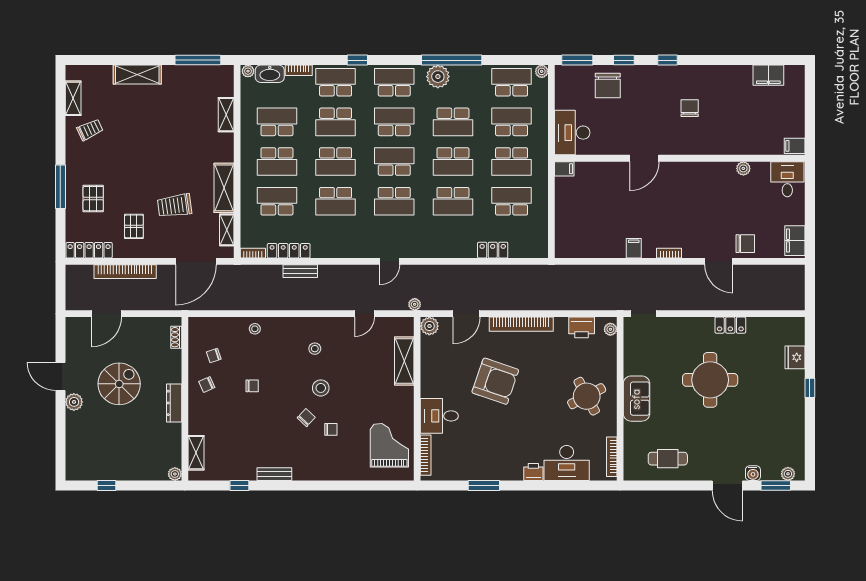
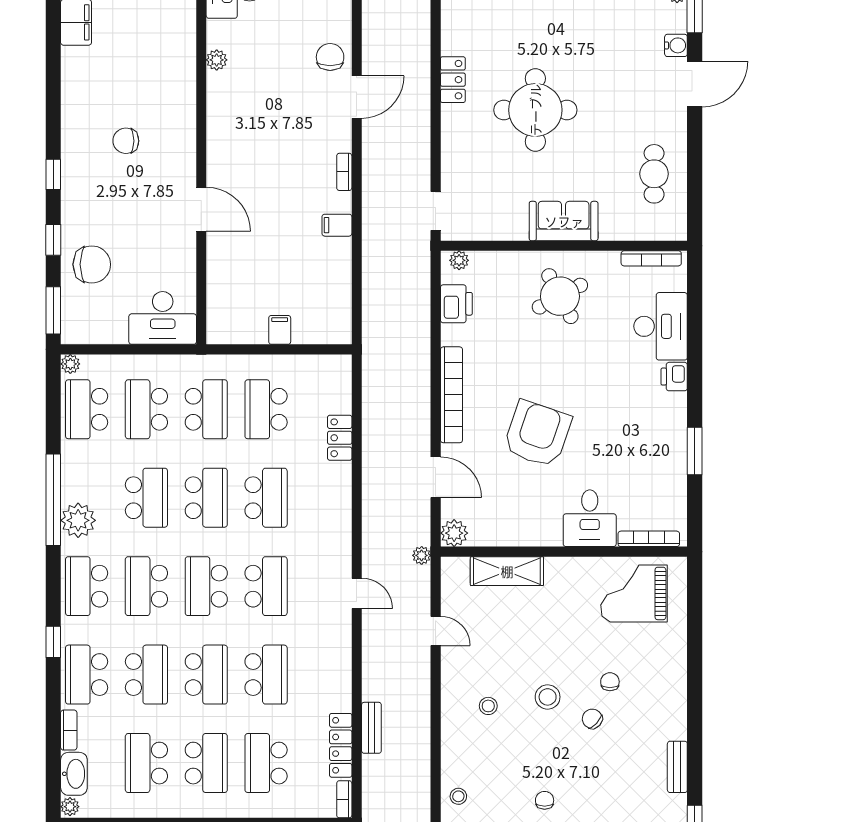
filing cabinet: (564, 169) -> (280, 330), moved

